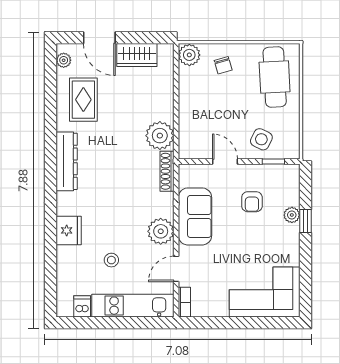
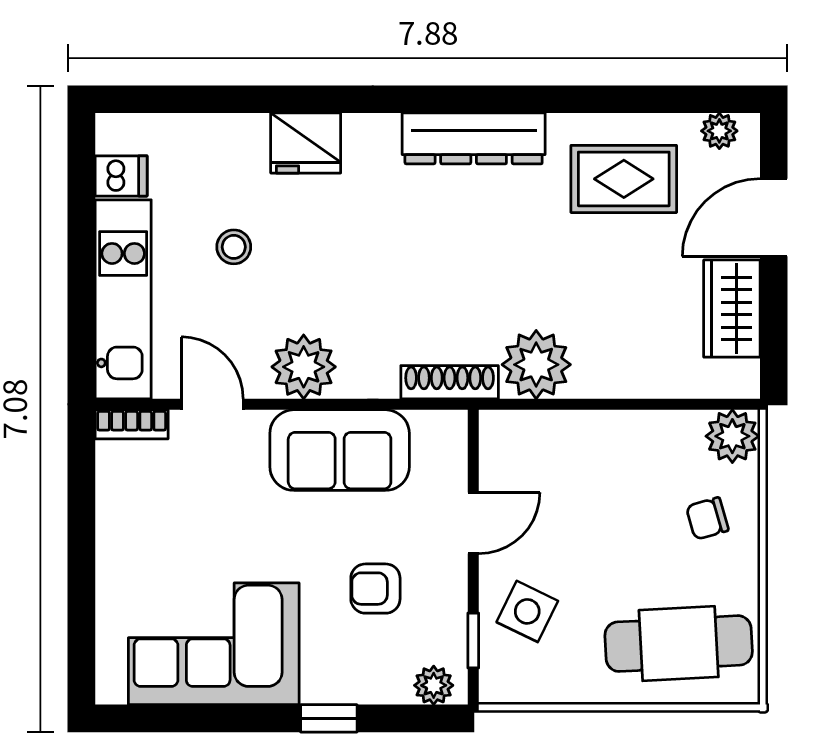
plant: (292, 215) -> (434, 685), moved
corner sofa: (265, 292) -> (214, 644), moved, turned -90

